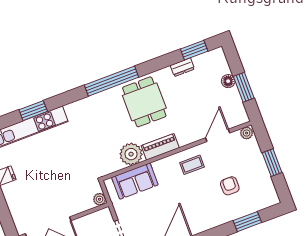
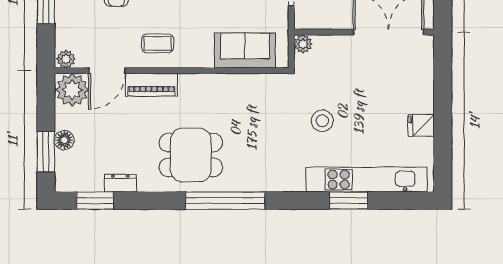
window: (244, 87) -> (46, 152), moved
dining table: (144, 102) -> (191, 155), turned 90
piano: (160, 147) -> (151, 85), moved
plant: (131, 154) -> (72, 90), moved
stool: (69, 155) -> (322, 121), added

